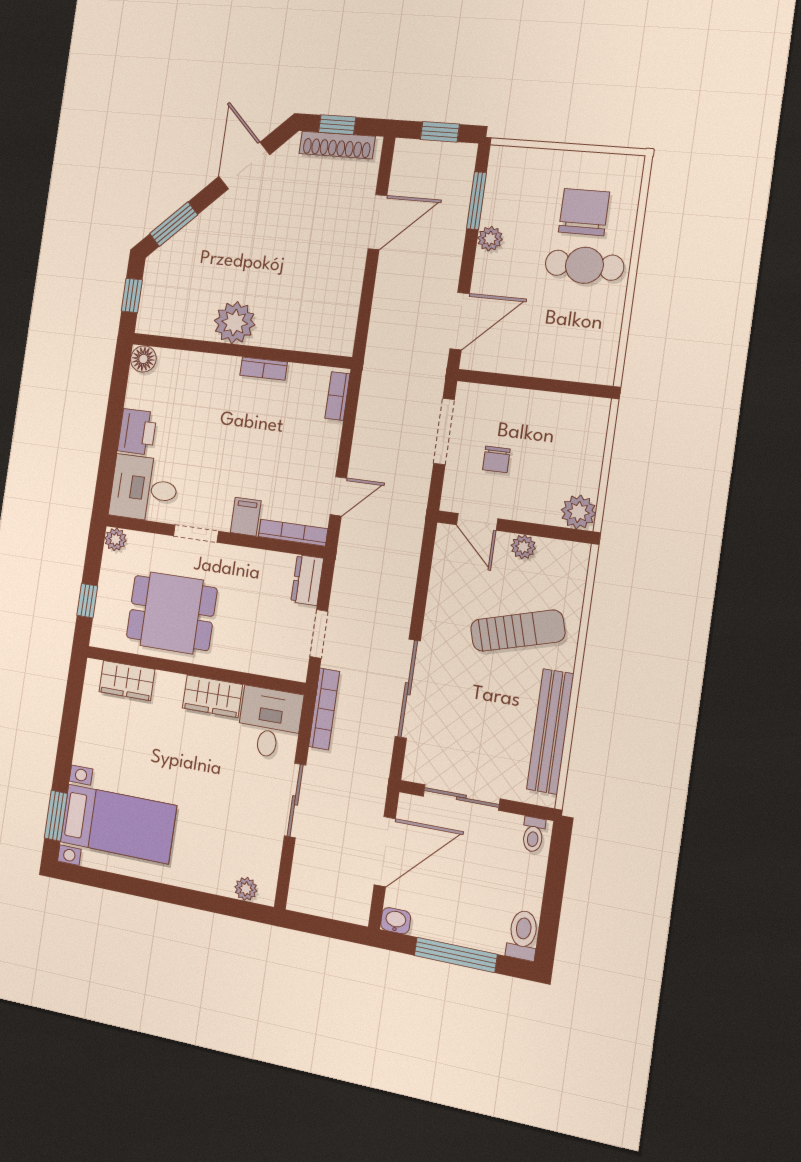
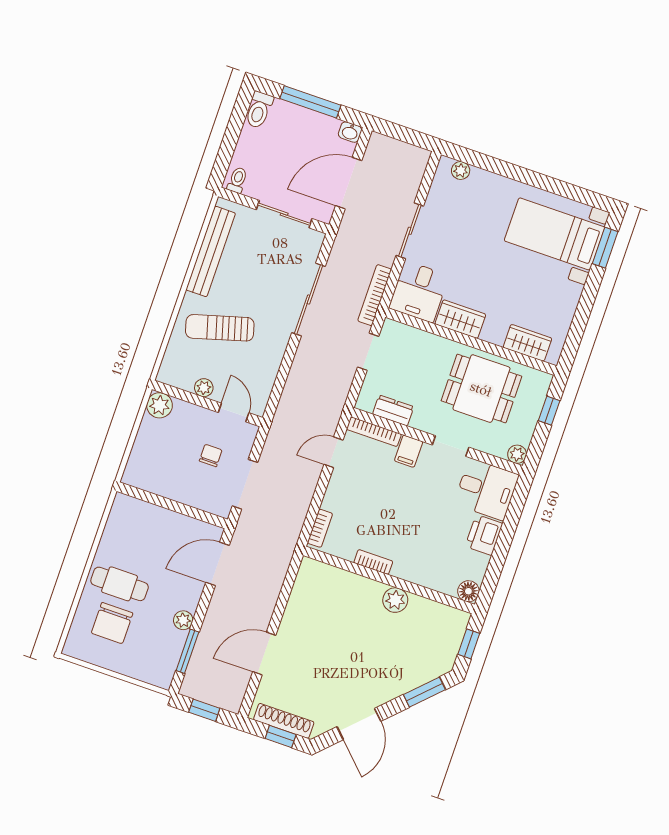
plant: (235, 323) -> (395, 600), width x0.73, depth x0.73
dresser: (307, 580) -> (393, 410), moved, turned -90

